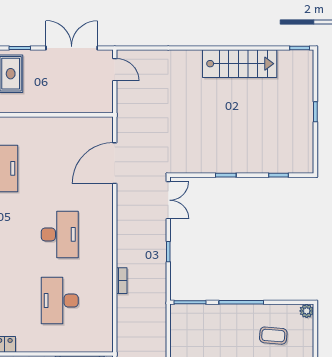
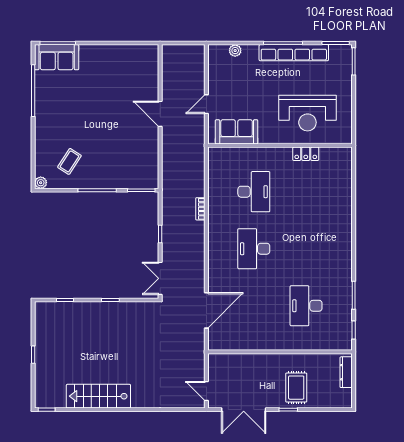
coffee table: (273, 336) -> (69, 161), turned -62

